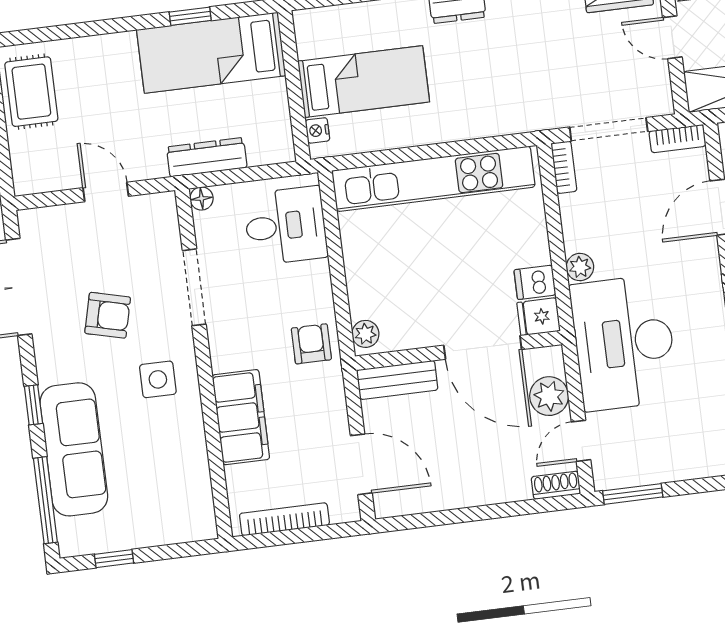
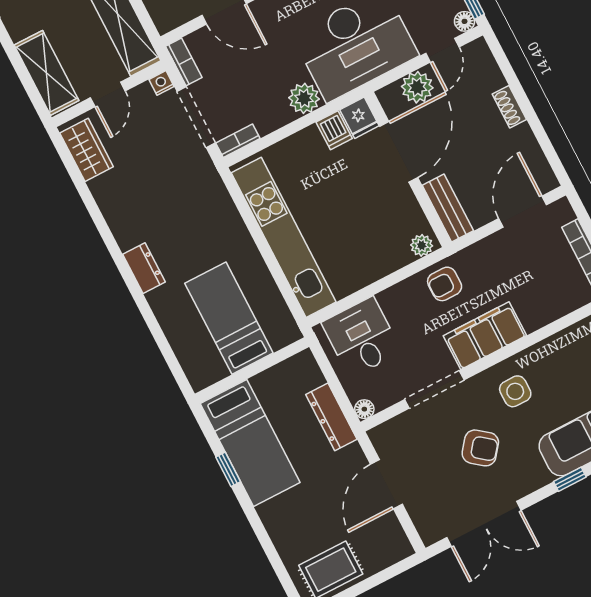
nightstand: (317, 130) -> (161, 83), moved, turned 180
door: (106, 192) -> (386, 484), width x1.38
plant: (580, 267) -> (304, 98), width x1.38, depth x1.38
armchair: (108, 315) -> (480, 448), turned 114
filing cabinet: (241, 417) -> (485, 336), moved
door: (581, 441) -> (442, 50), hinge flipped
floor lamp: (605, 478) -> (465, 21), added
shoe rack: (556, 485) -> (509, 107), moved

